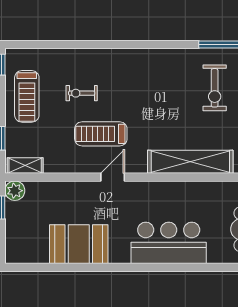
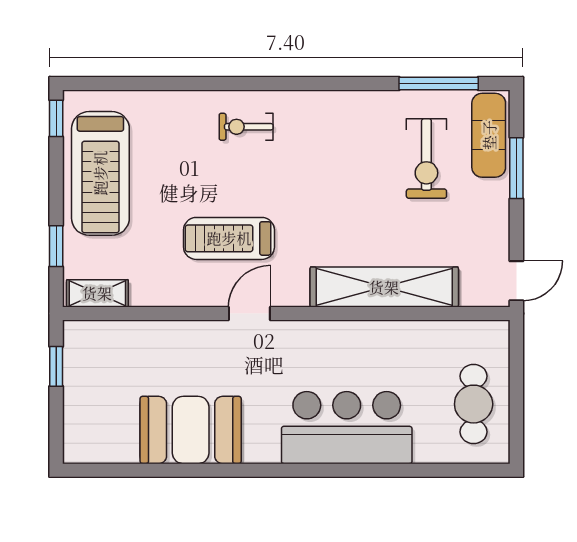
exercise bike: (82, 93) -> (246, 127), moved
treadmill: (27, 96) -> (100, 173), width x1.37, depth x1.38
plant: (15, 191) -> (80, 337), removed

